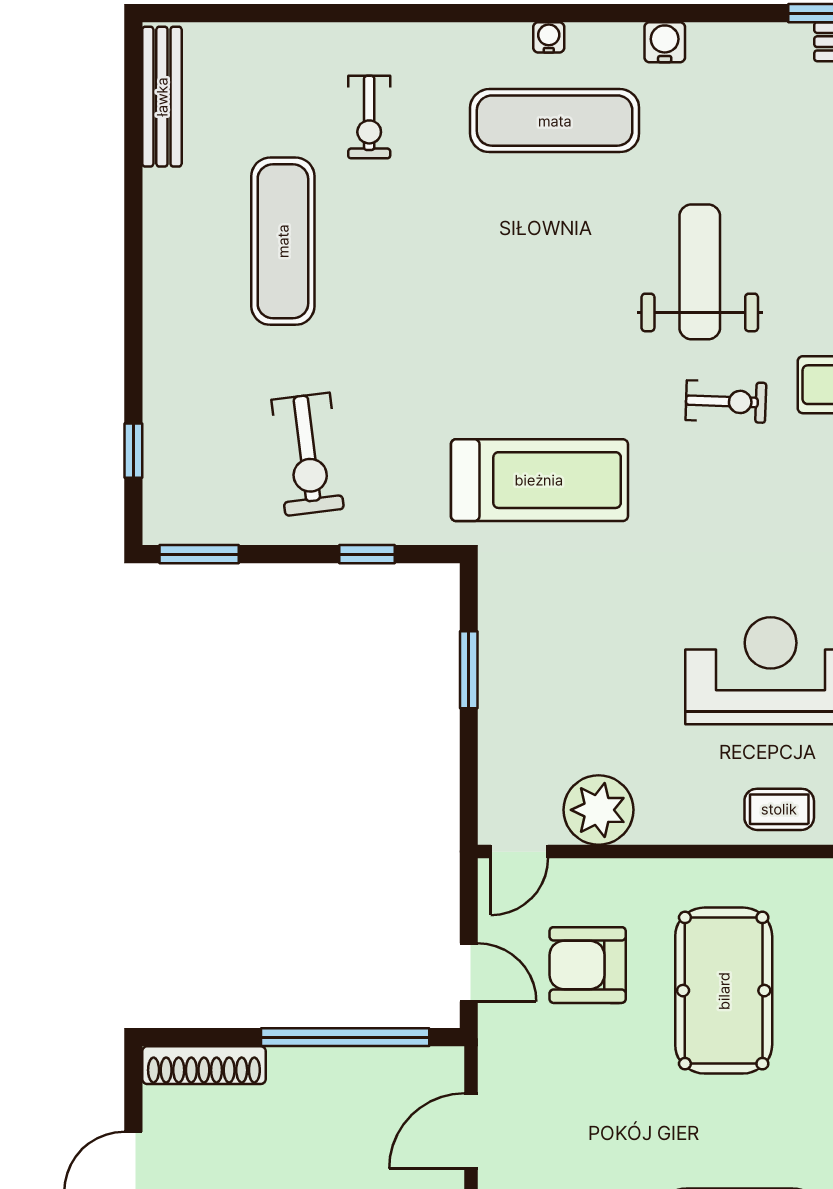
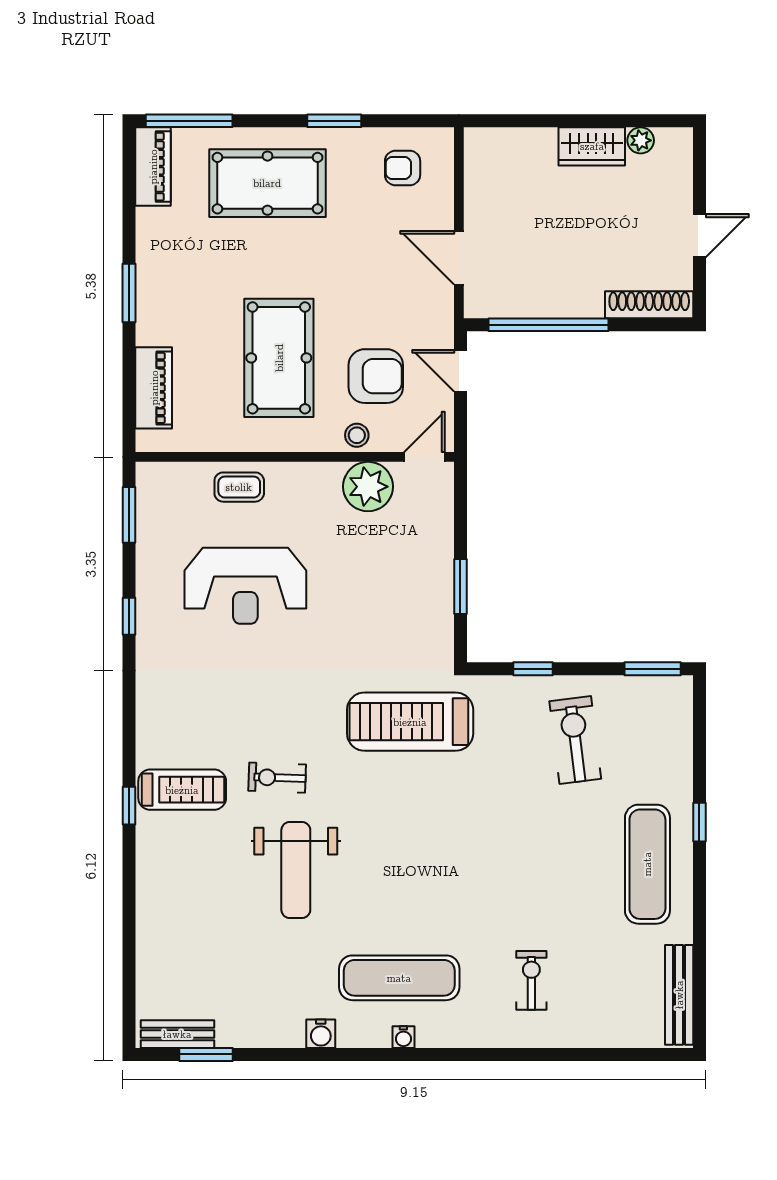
exercise mat: (283, 241) -> (647, 864), moved
window: (133, 451) -> (699, 822), moved
stool: (614, 882) -> (357, 435), added
door: (471, 1131) -> (459, 258), swing flipped

